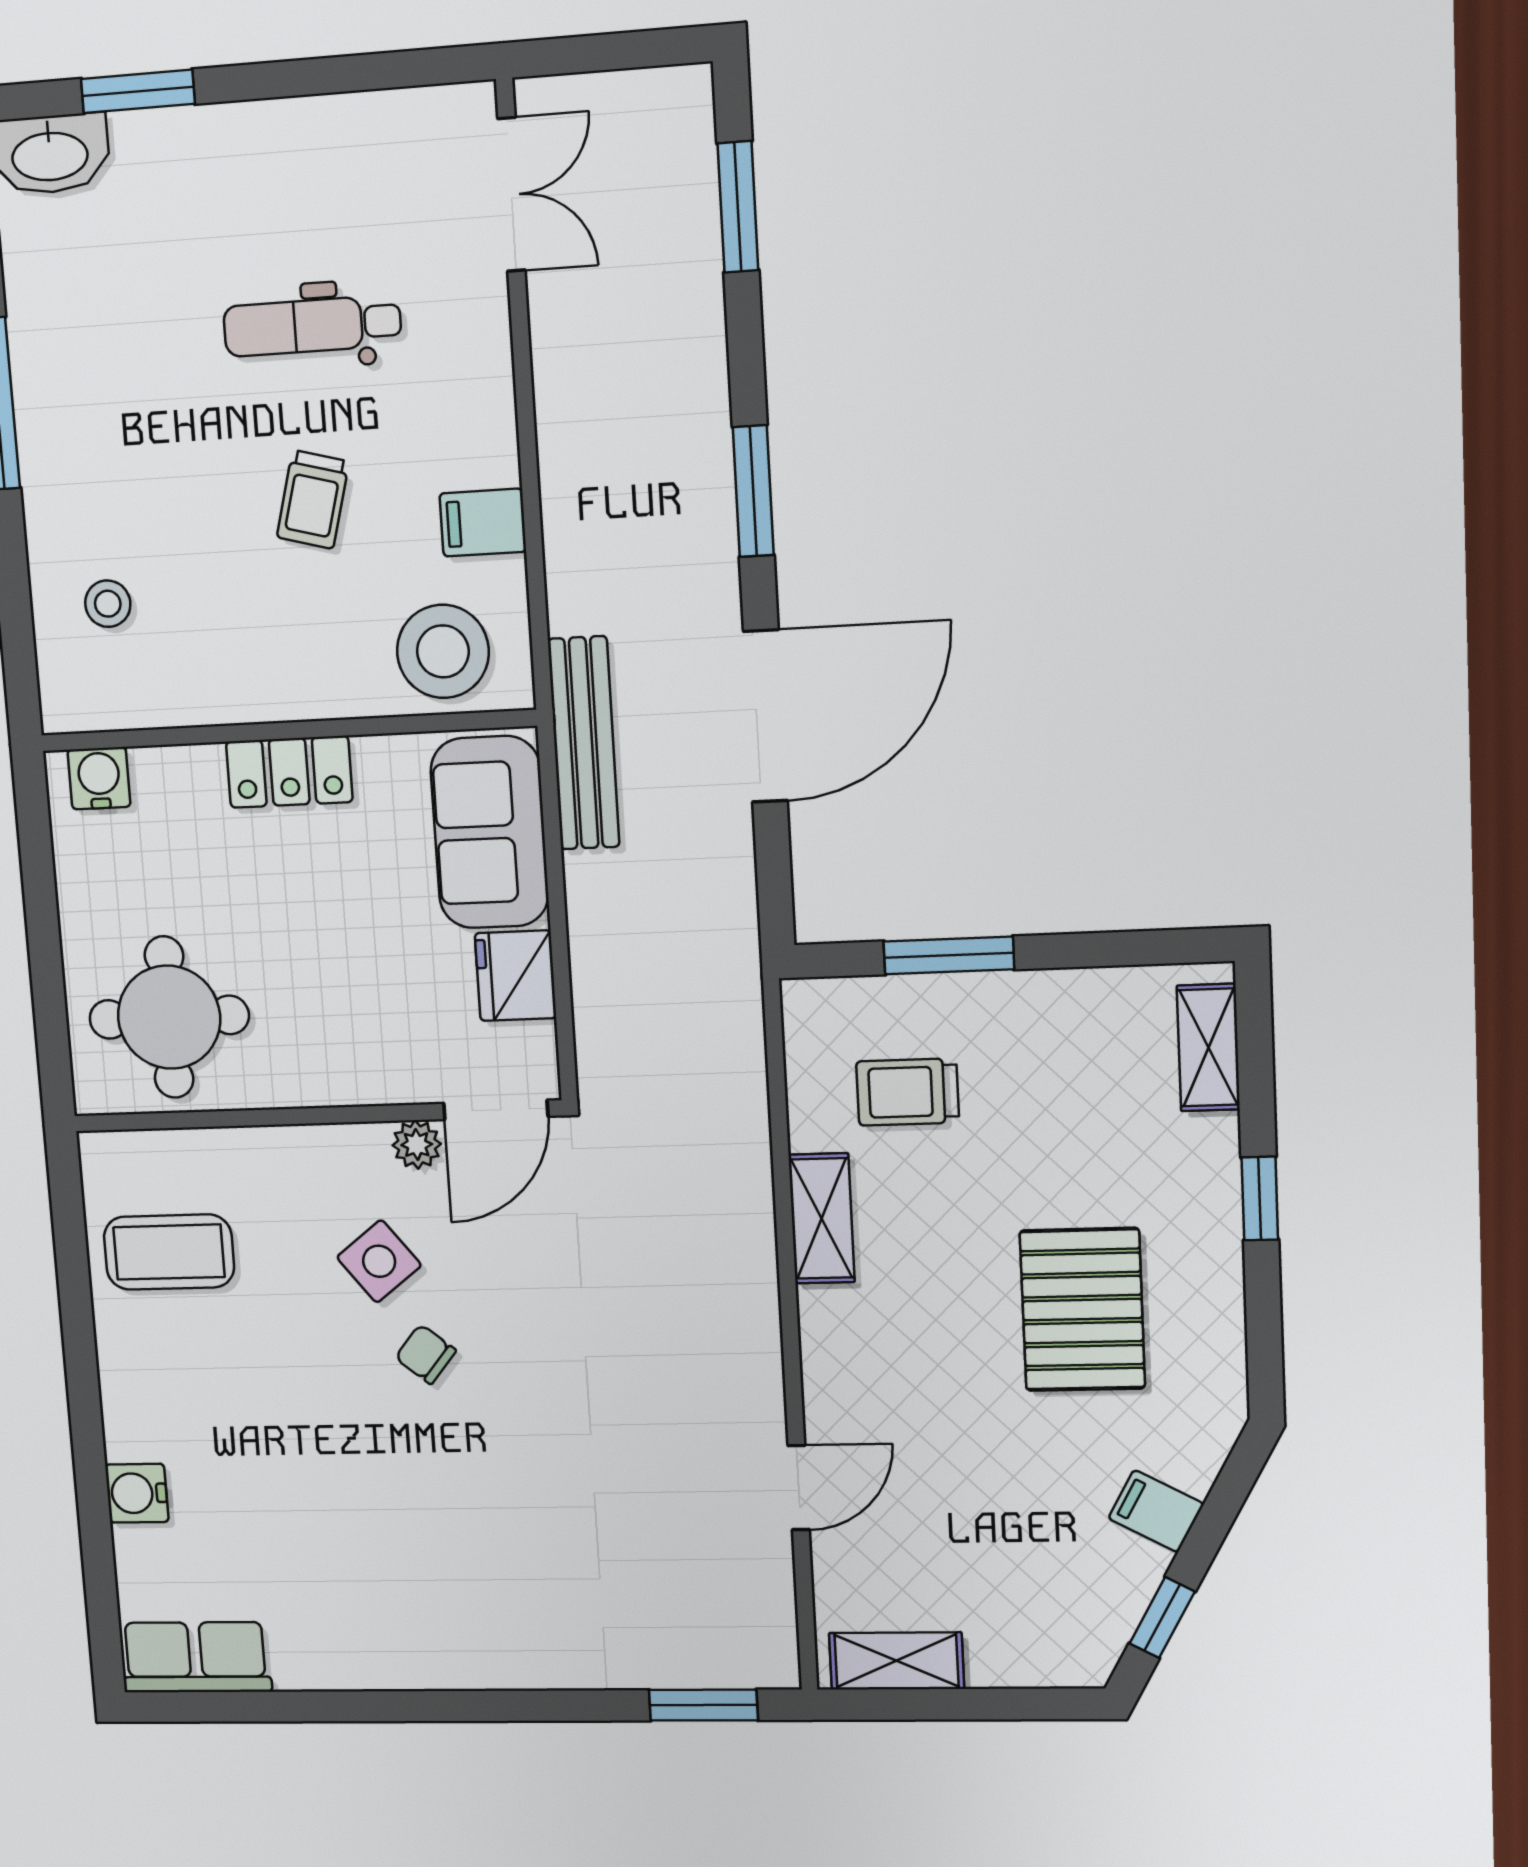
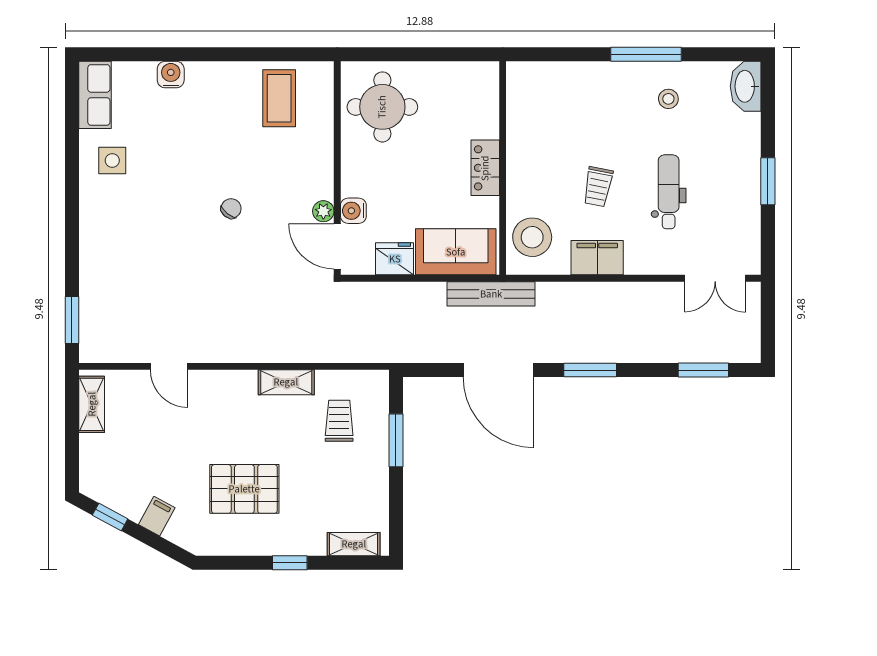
window: (138, 91) -> (768, 181), moved
trolley: (313, 499) -> (598, 187), turned -94
filing cabinet: (483, 523) -> (597, 258), width x2.00
stool: (108, 604) -> (668, 99), moved
water cooler: (99, 778) -> (353, 211), moved, turned 180
side table: (379, 1261) -> (112, 160), moved, turned 38

